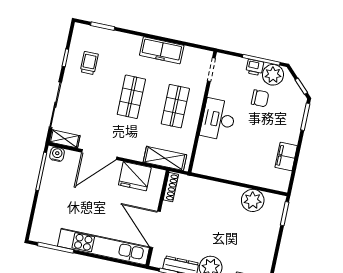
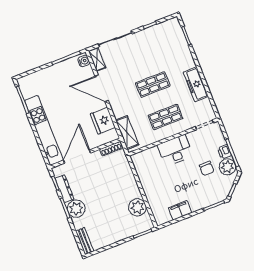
trolley: (89, 63) -> (157, 43), removed

